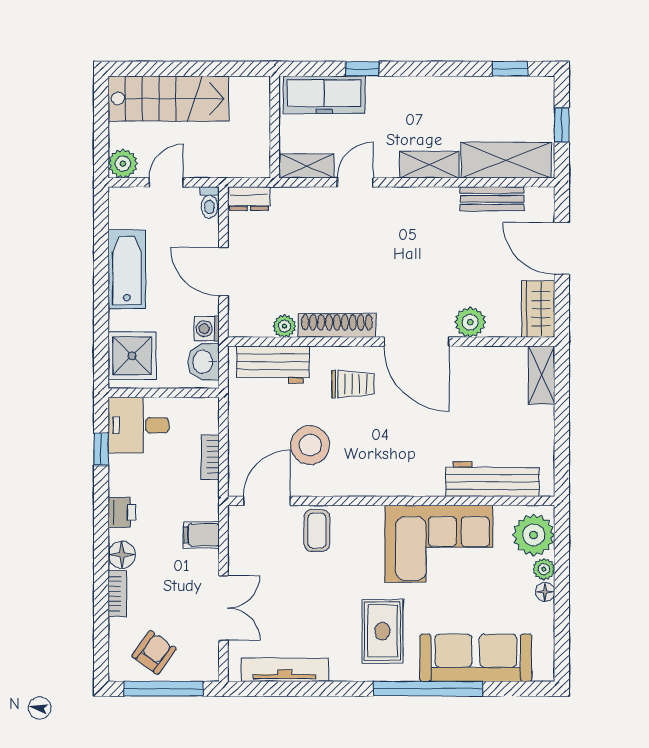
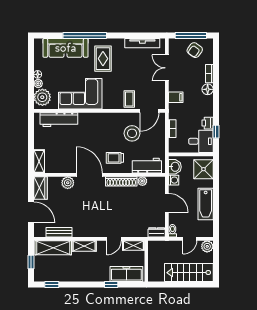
printer: (122, 512) -> (208, 123), moved

